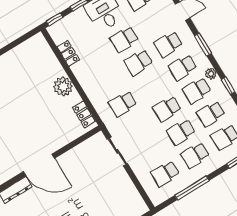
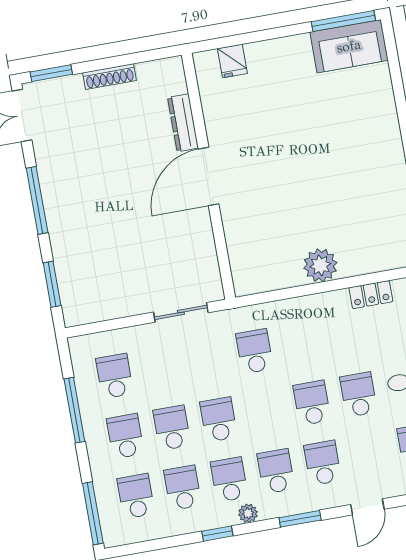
locker: (84, 114) -> (262, 281), removed

